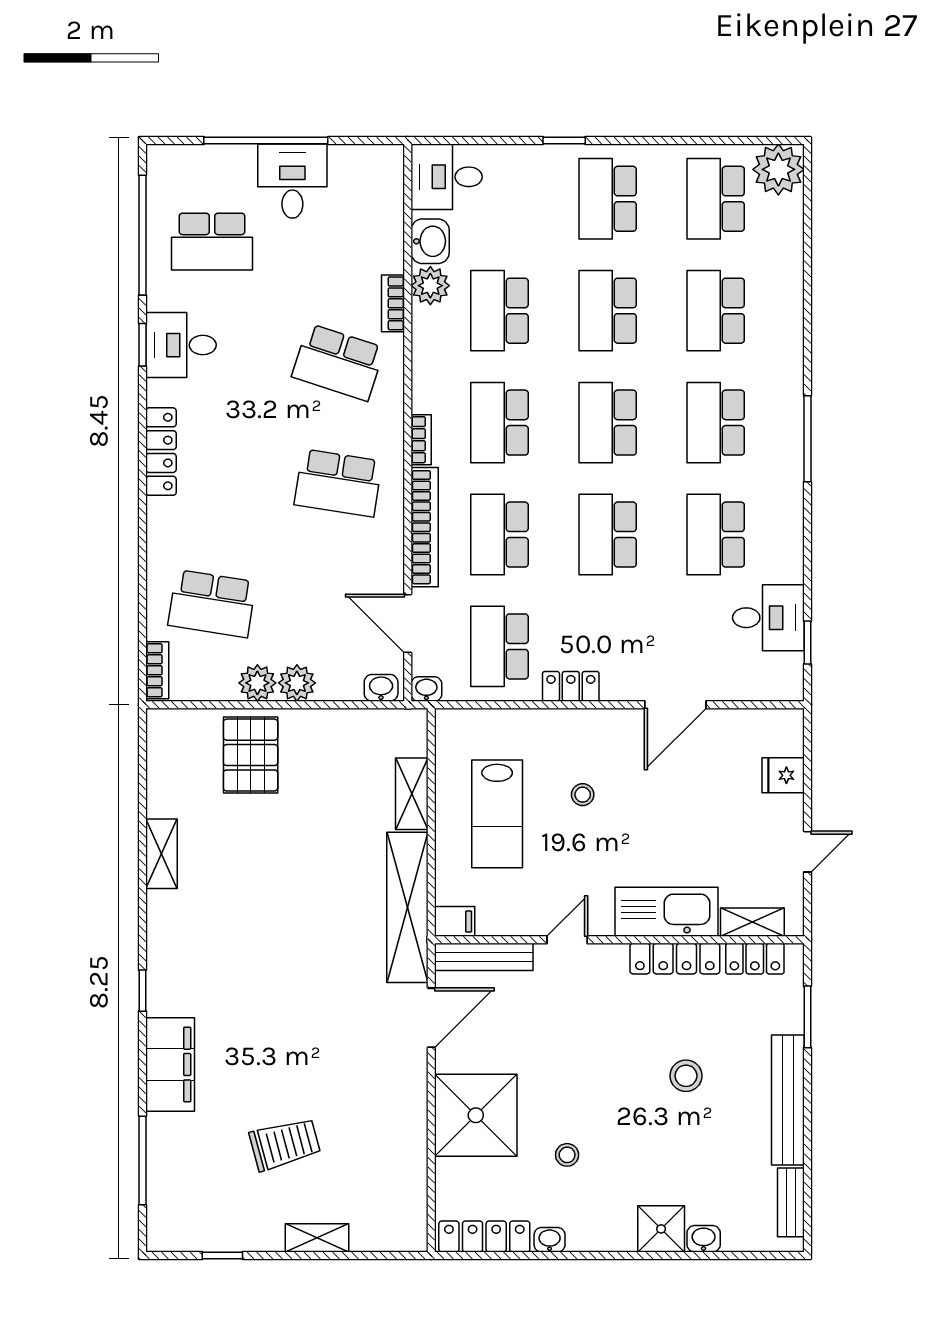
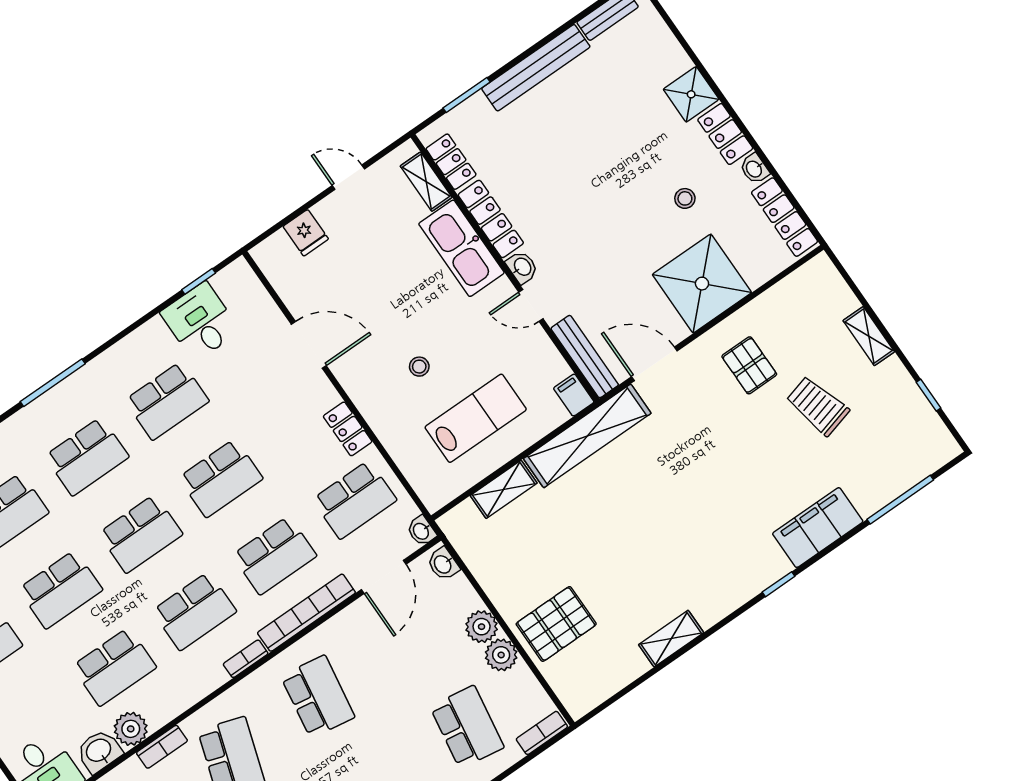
stool: (686, 1076) -> (569, 153), removed
pallet: (368, 1106) -> (749, 365), added
locker: (601, 1235) -> (725, 134), added
washbasin: (704, 1239) -> (522, 267), moved, turned 180

